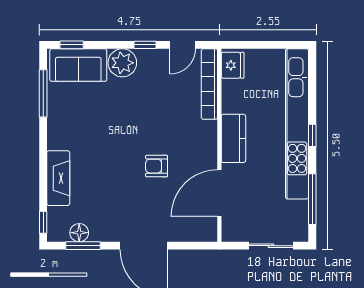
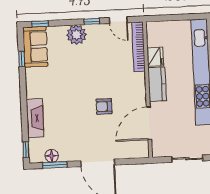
door: (183, 45) -> (118, 20), hinge flipped
sofa: (78, 65) -> (35, 47), moved, turned -90
fridge: (233, 65) -> (155, 57), moved
window: (43, 93) -> (22, 59), width x0.46

